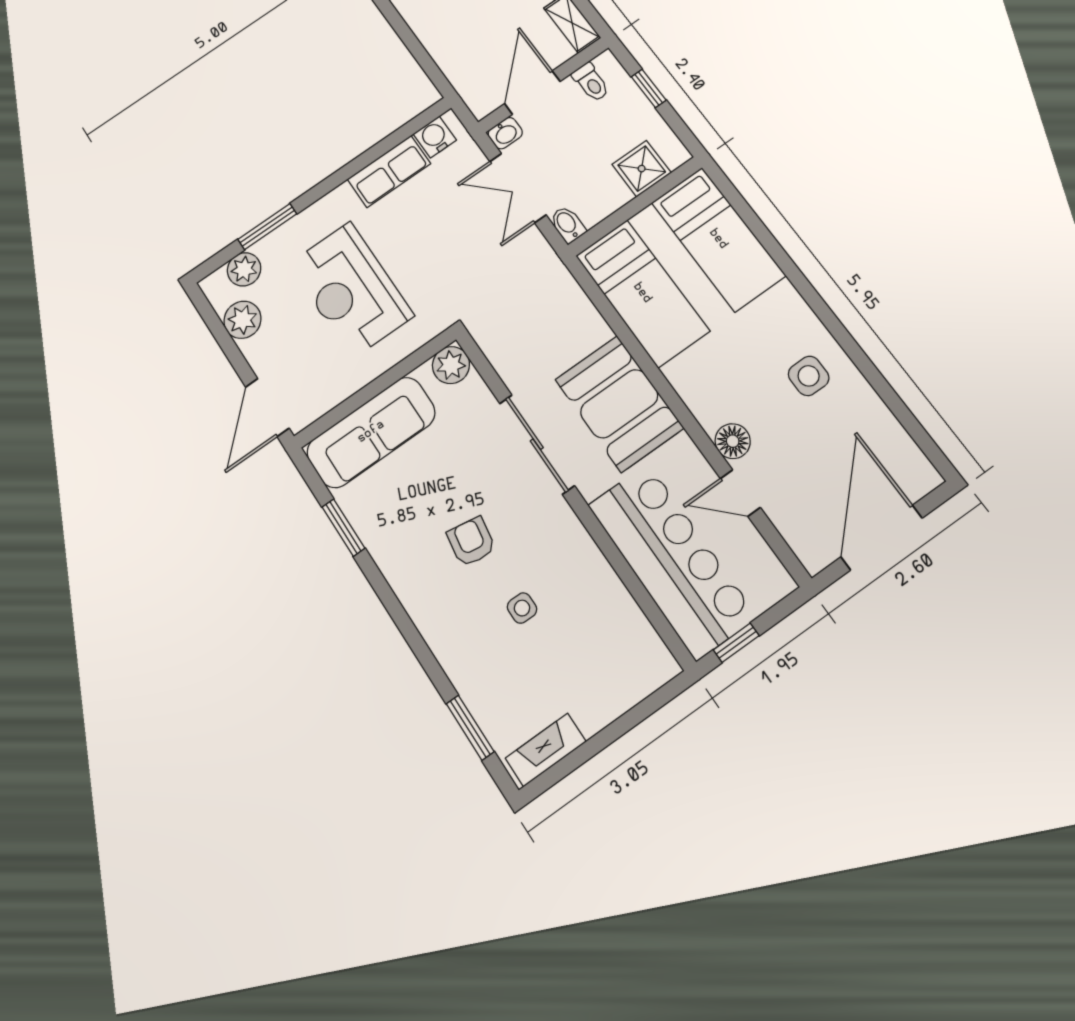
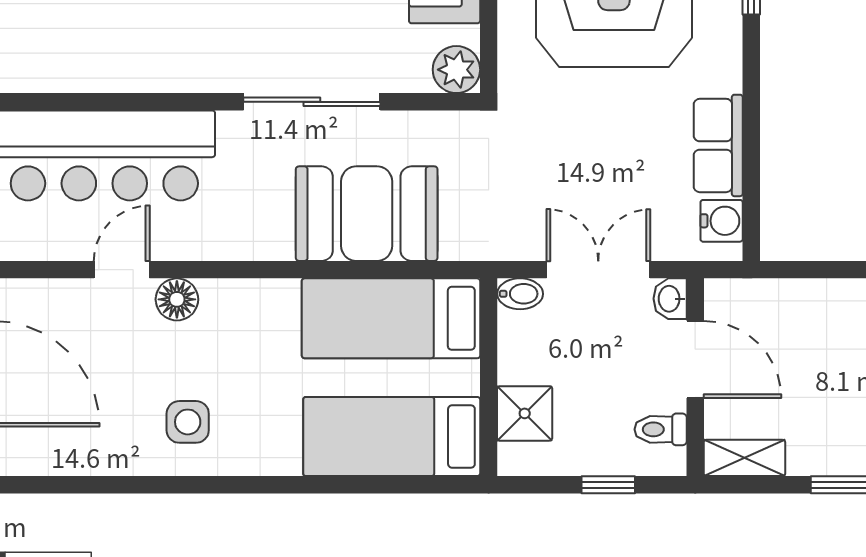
booth: (619, 404) -> (367, 214), moved

